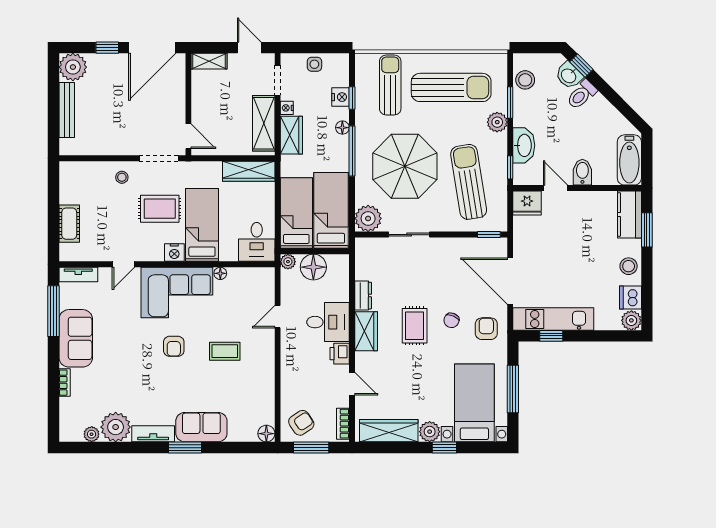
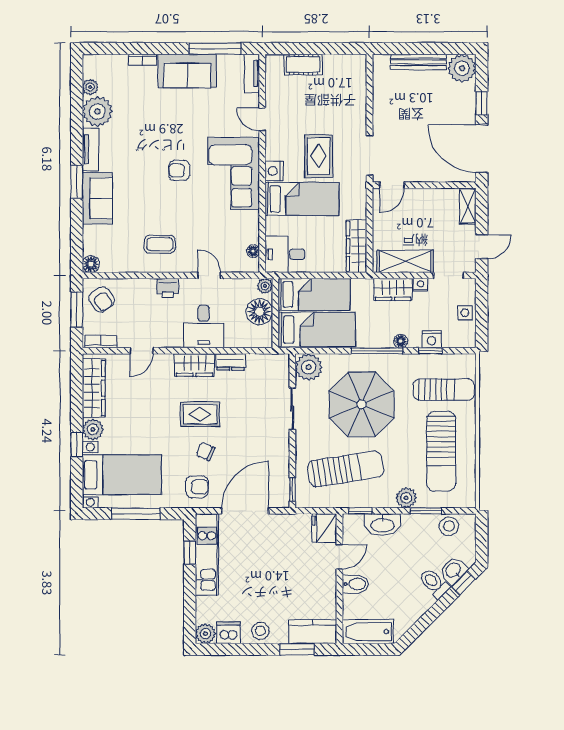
stool: (122, 177) -> (350, 118), removed
floor lamp: (220, 273) -> (253, 251), moved
coffee table: (225, 351) -> (160, 244), moved, turned 90
printer: (340, 354) -> (168, 288), moved, turned 180

